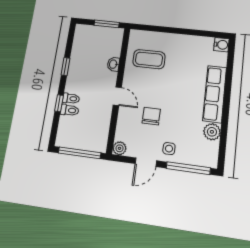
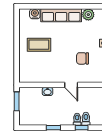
water cooler: (221, 45) -> (35, 14), moved
coffee table: (149, 59) -> (39, 45), moved, turned 90
door: (117, 96) -> (71, 85), swing flipped

